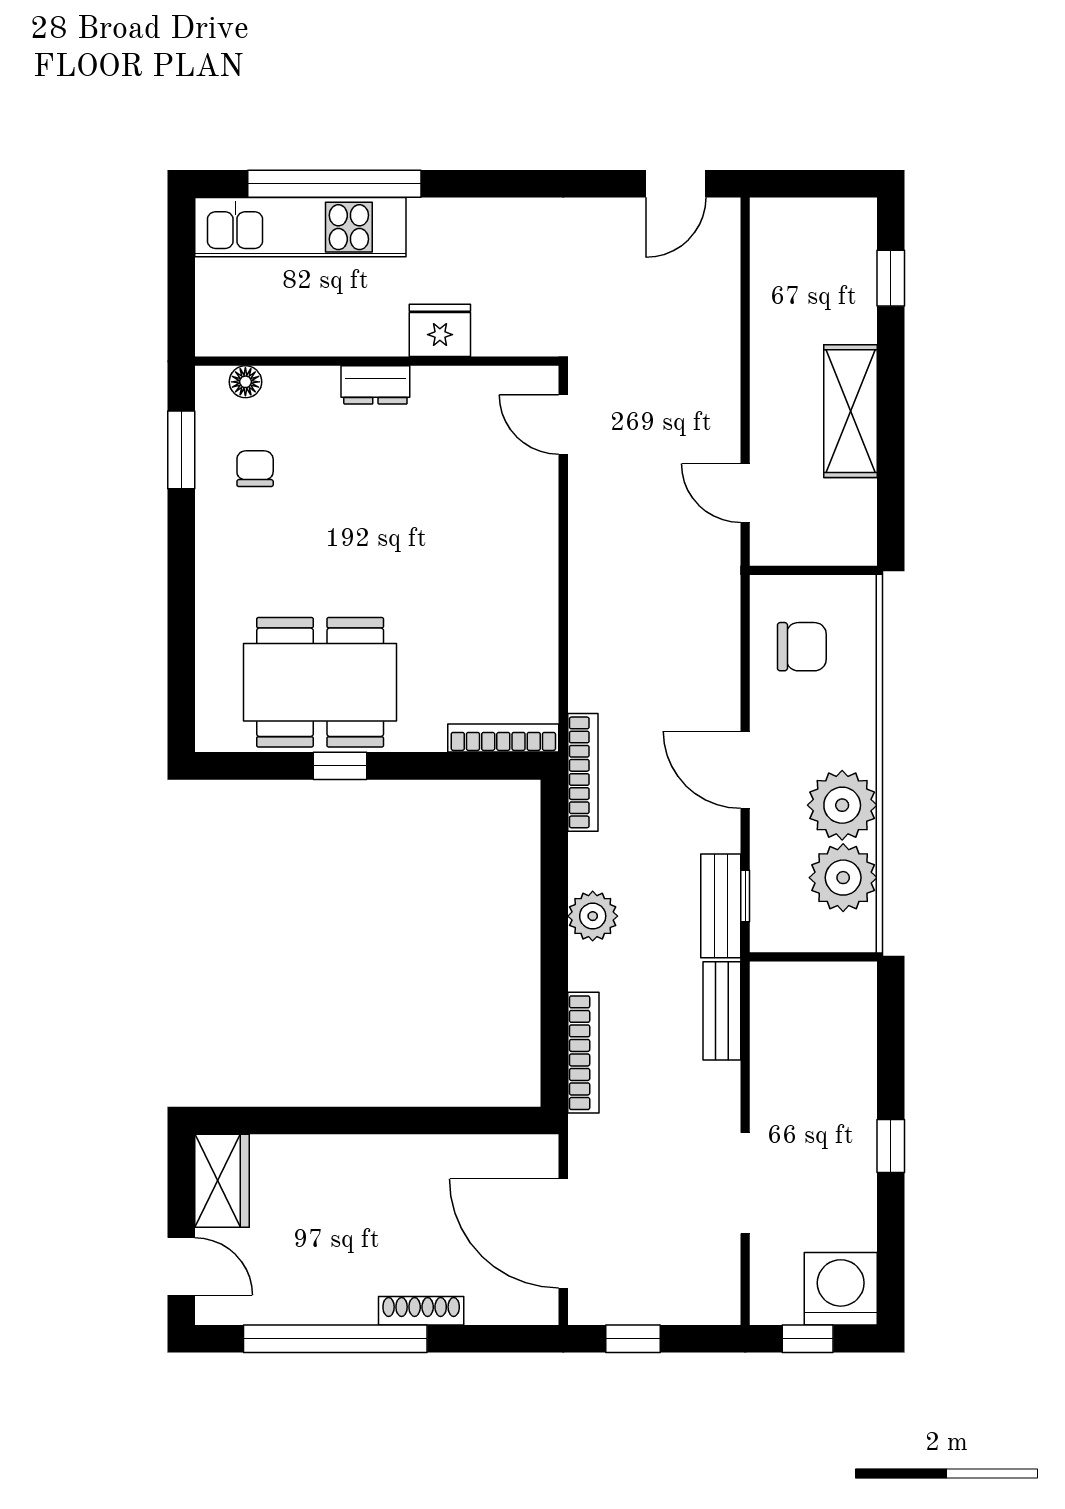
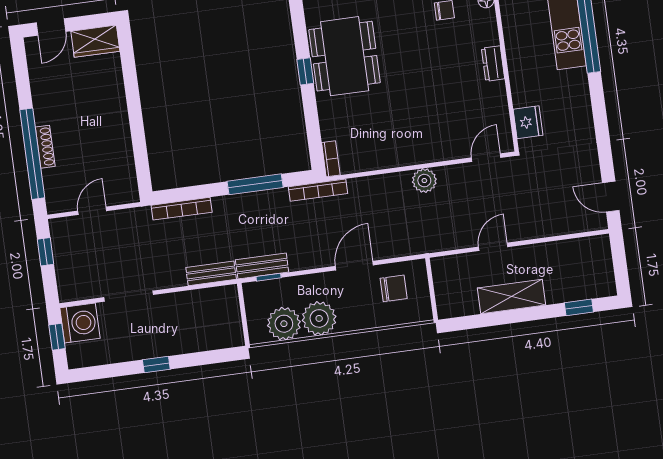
fridge: (440, 330) -> (528, 122), moved
door: (745, 493) -> (493, 247), moved
chair: (802, 647) -> (394, 288), turned -90
bookcase: (503, 738) -> (331, 159), width x0.64
door: (745, 770) -> (354, 266), moved
window: (554, 898) -> (255, 184), added
plant: (593, 916) -> (424, 181), moved
door: (563, 1234) -> (92, 211), width x0.53
washing machine: (841, 1289) -> (80, 323), moved
window: (335, 1339) -> (32, 154), moved

